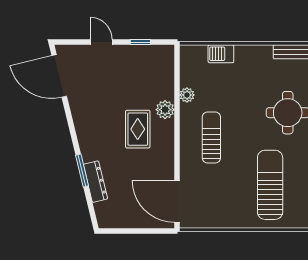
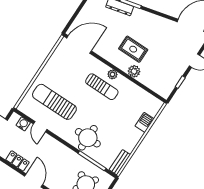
plant: (187, 95) -> (112, 74), moved
sun lounger: (270, 185) -> (54, 102), turned 180

